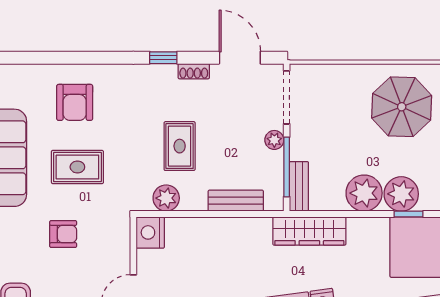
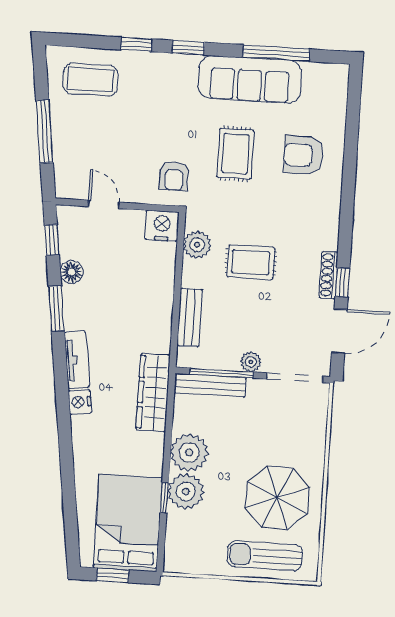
window: (163, 58) -> (342, 282), moved
shoe rack: (194, 71) -> (329, 275), width x1.43
bench: (299, 186) -> (210, 385), width x1.36
armchair: (63, 234) -> (174, 176), moved

